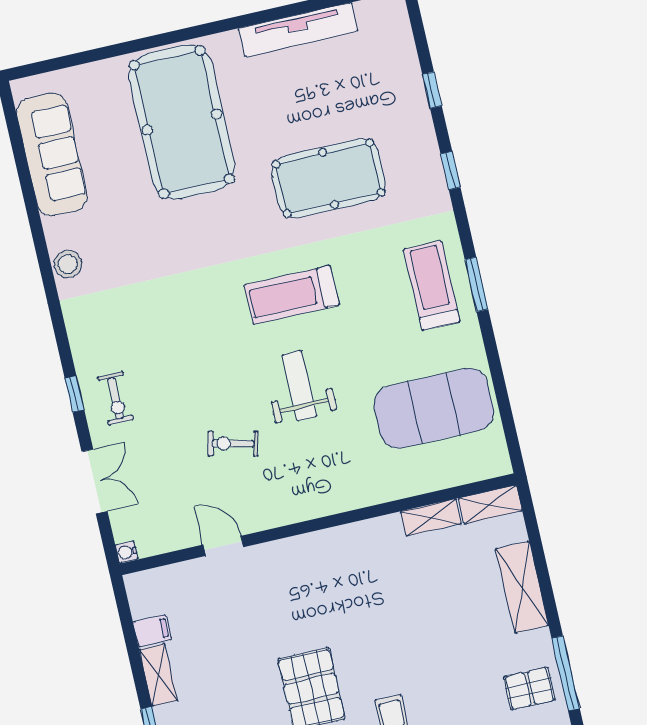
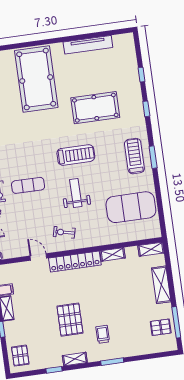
treadmill: (292, 295) -> (76, 155), turned 180
exercise mat: (184, 377) -> (28, 185), added
exercise bike: (233, 444) -> (64, 232), moved
shelving: (431, 517) -> (113, 254), moved
locker: (311, 549) -> (75, 262), added

